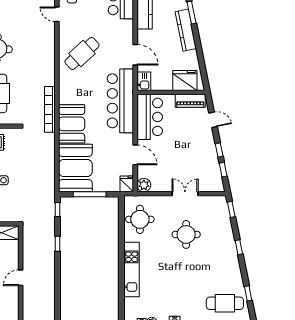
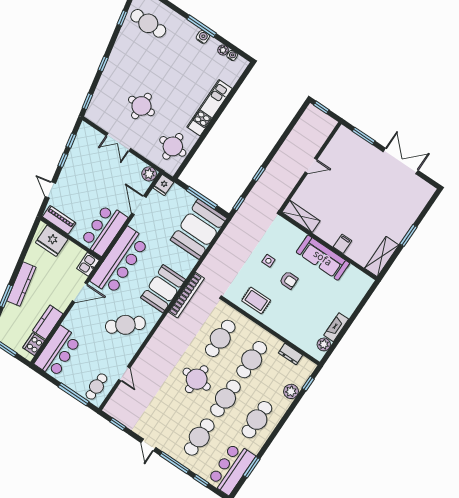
door: (135, 55) -> (80, 292), swing flipped
booth: (72, 124) -> (163, 289), moved

